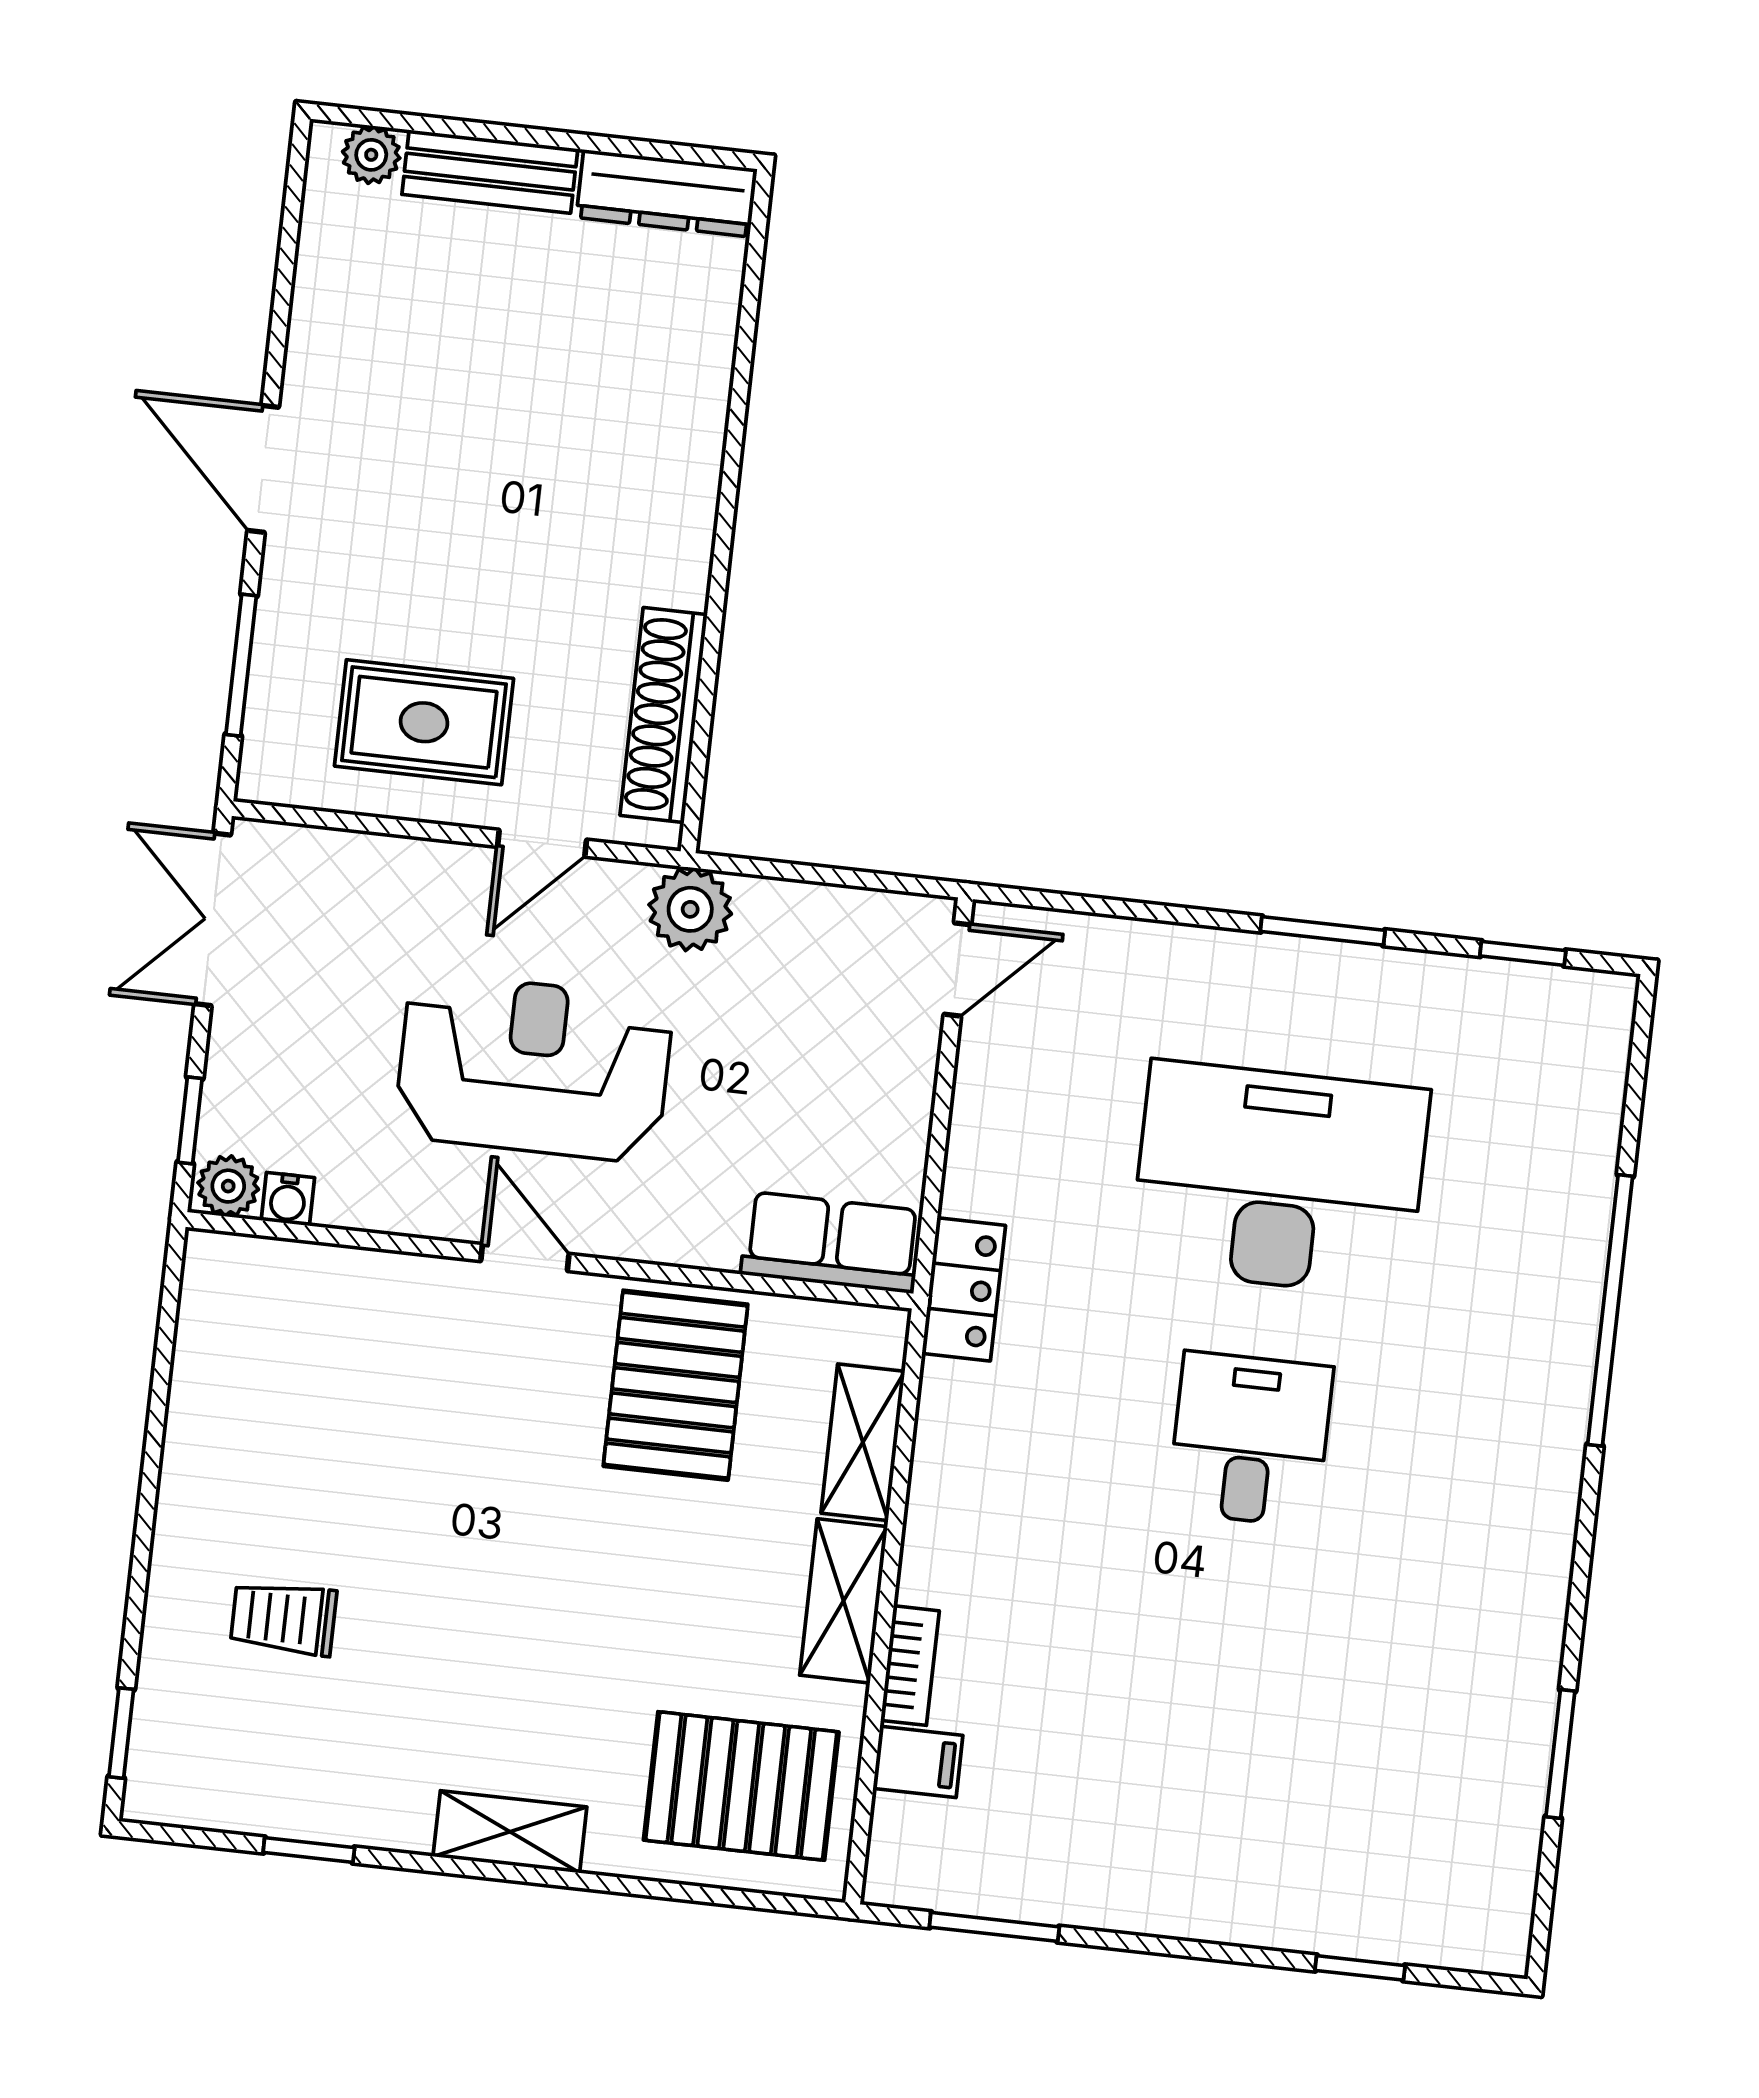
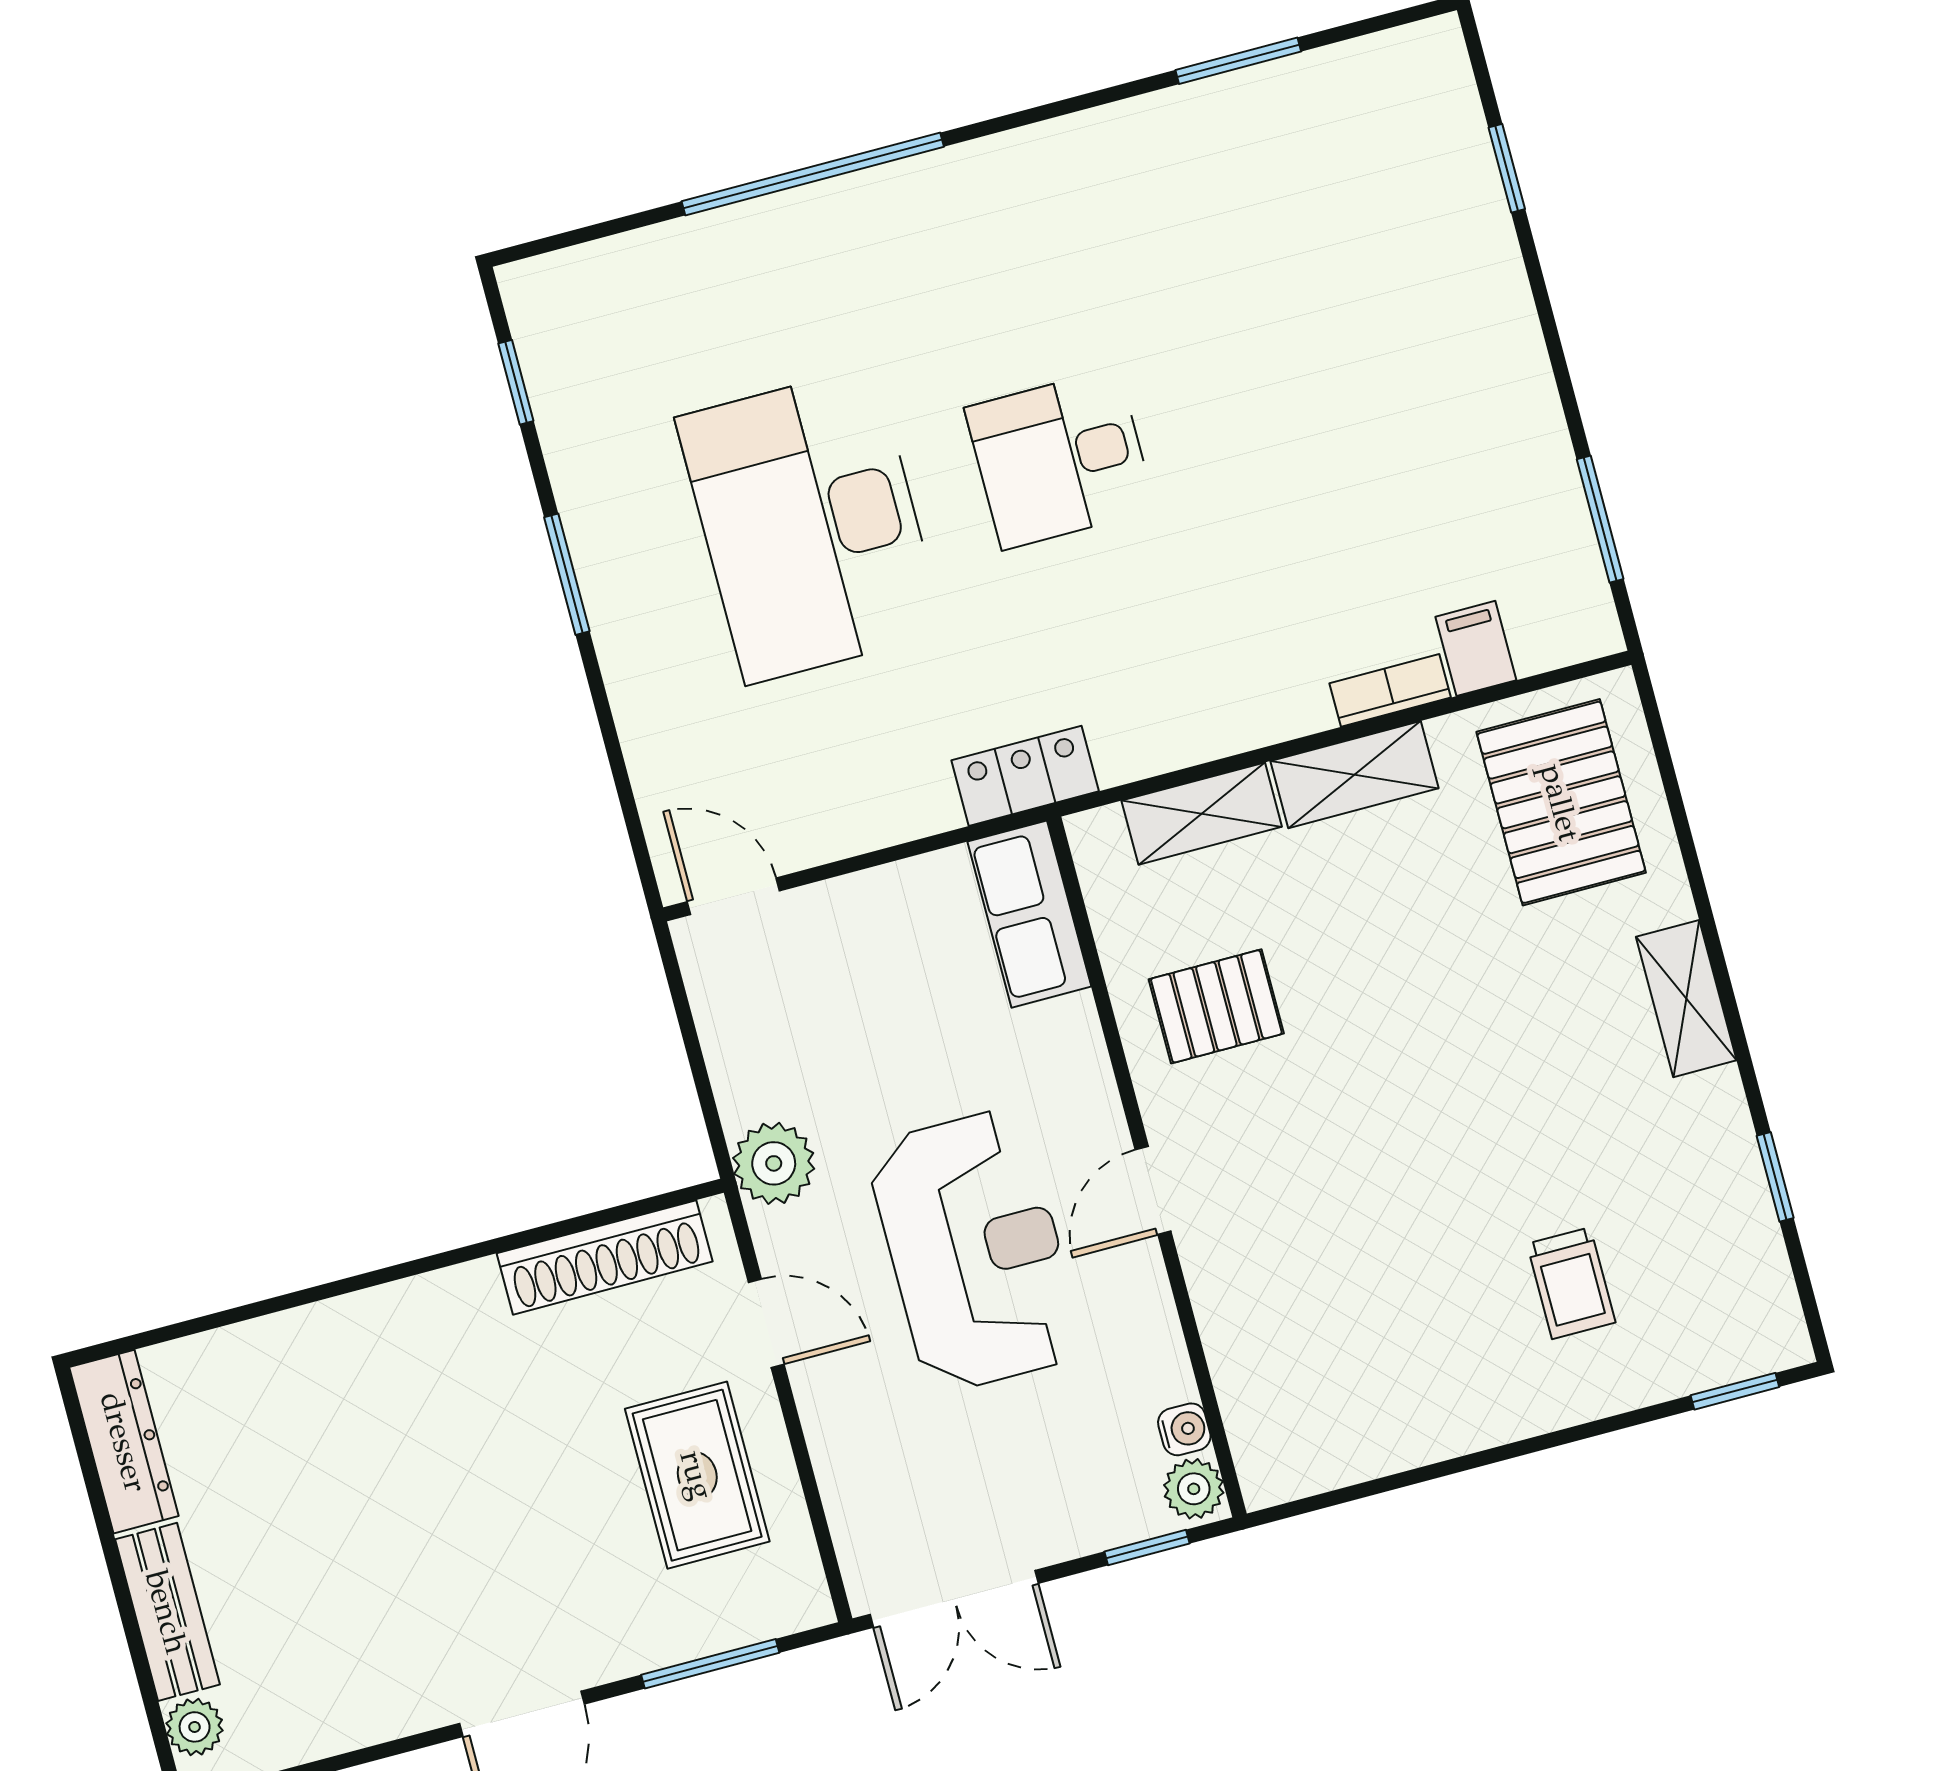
reception desk: (534, 1067) -> (975, 1251), turned 180
pallet: (676, 1385) -> (1216, 1006), width x0.67, depth x0.71

